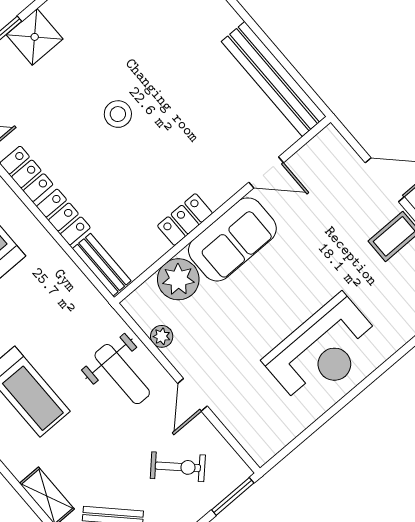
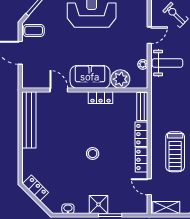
weight bench: (122, 374) -> (167, 63), turned 90

